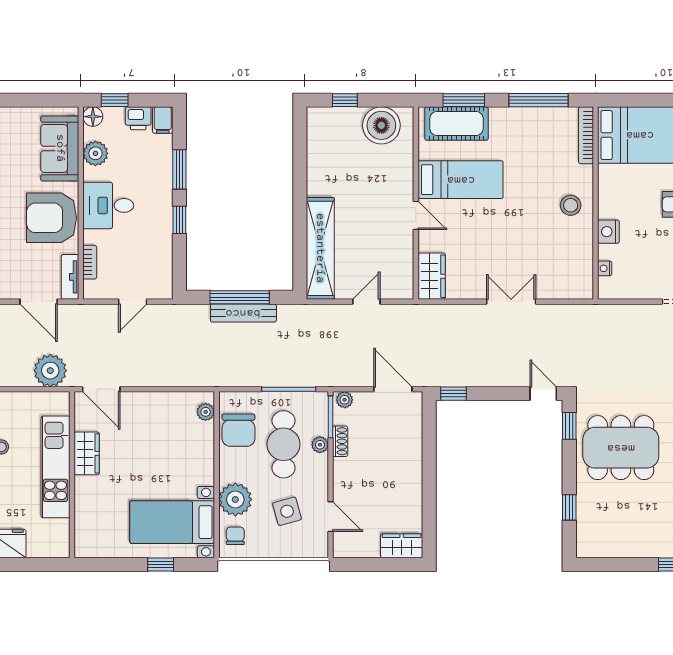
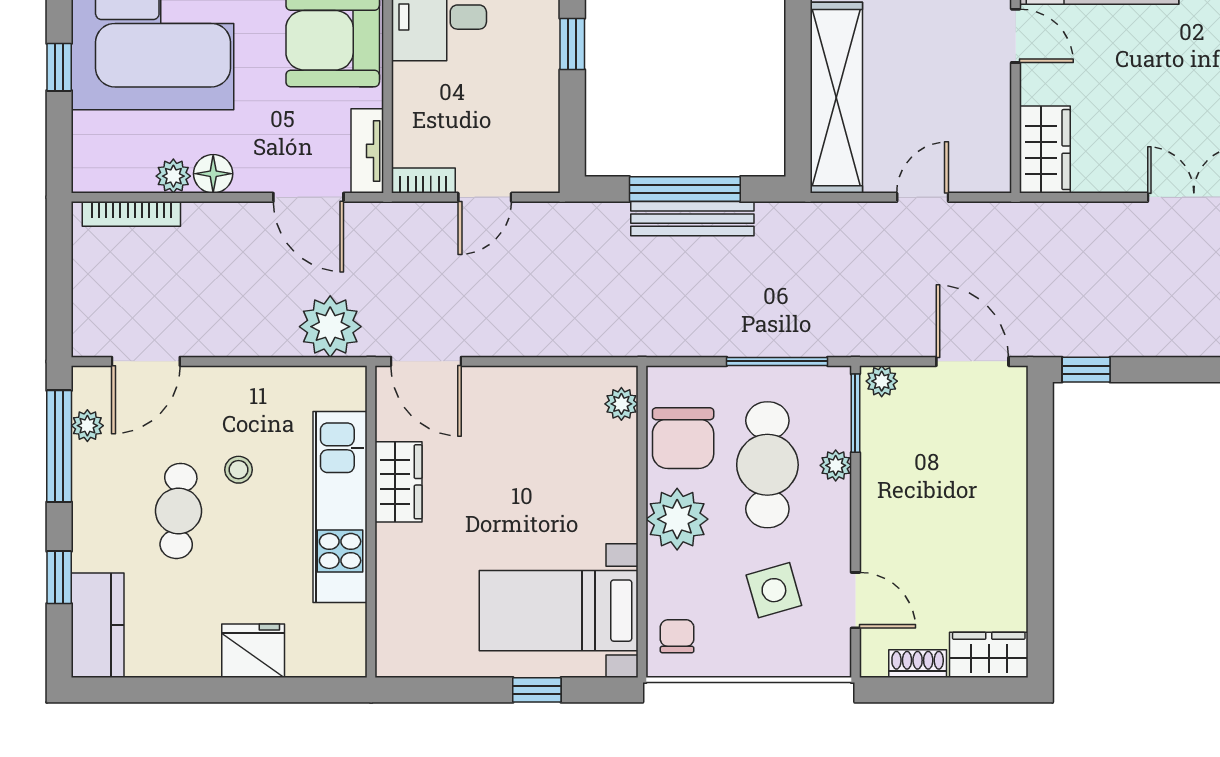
bookcase: (90, 262) -> (423, 180), moved, turned -90
shoe rack: (340, 441) -> (918, 664), moved, turned -90
plant: (235, 499) -> (677, 519), moved

